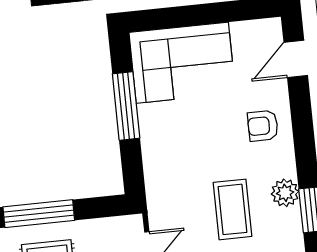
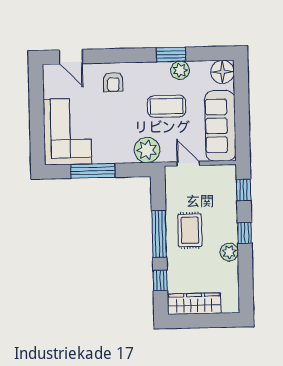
plant: (164, 185) -> (147, 150), added
plant: (285, 193) -> (180, 70), moved

